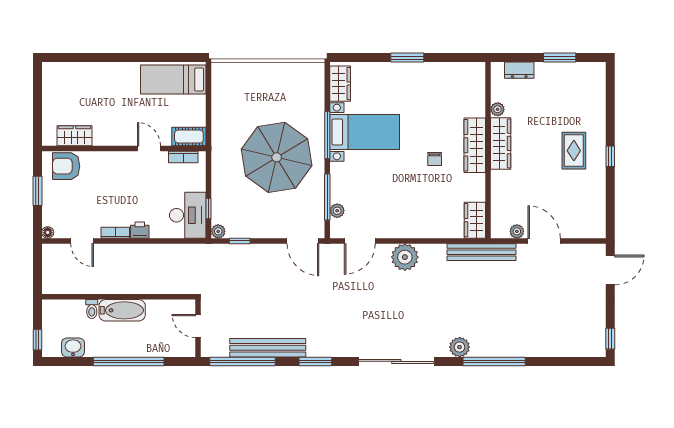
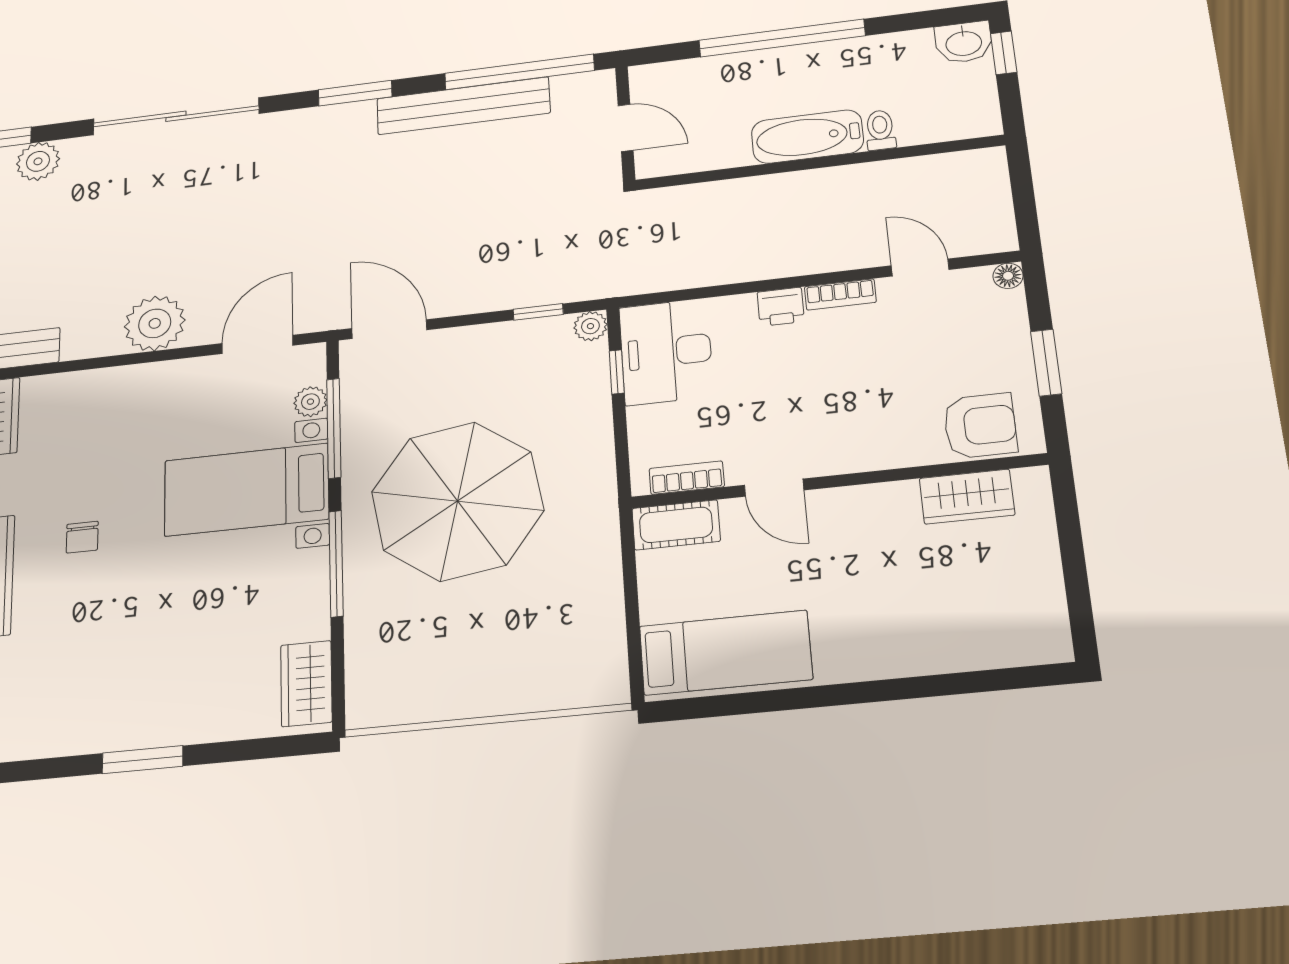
bed with nightstands: (365, 132) -> (246, 490), moved
chair: (435, 159) -> (82, 537), turned 180
washbasin: (73, 347) -> (964, 42), moved

